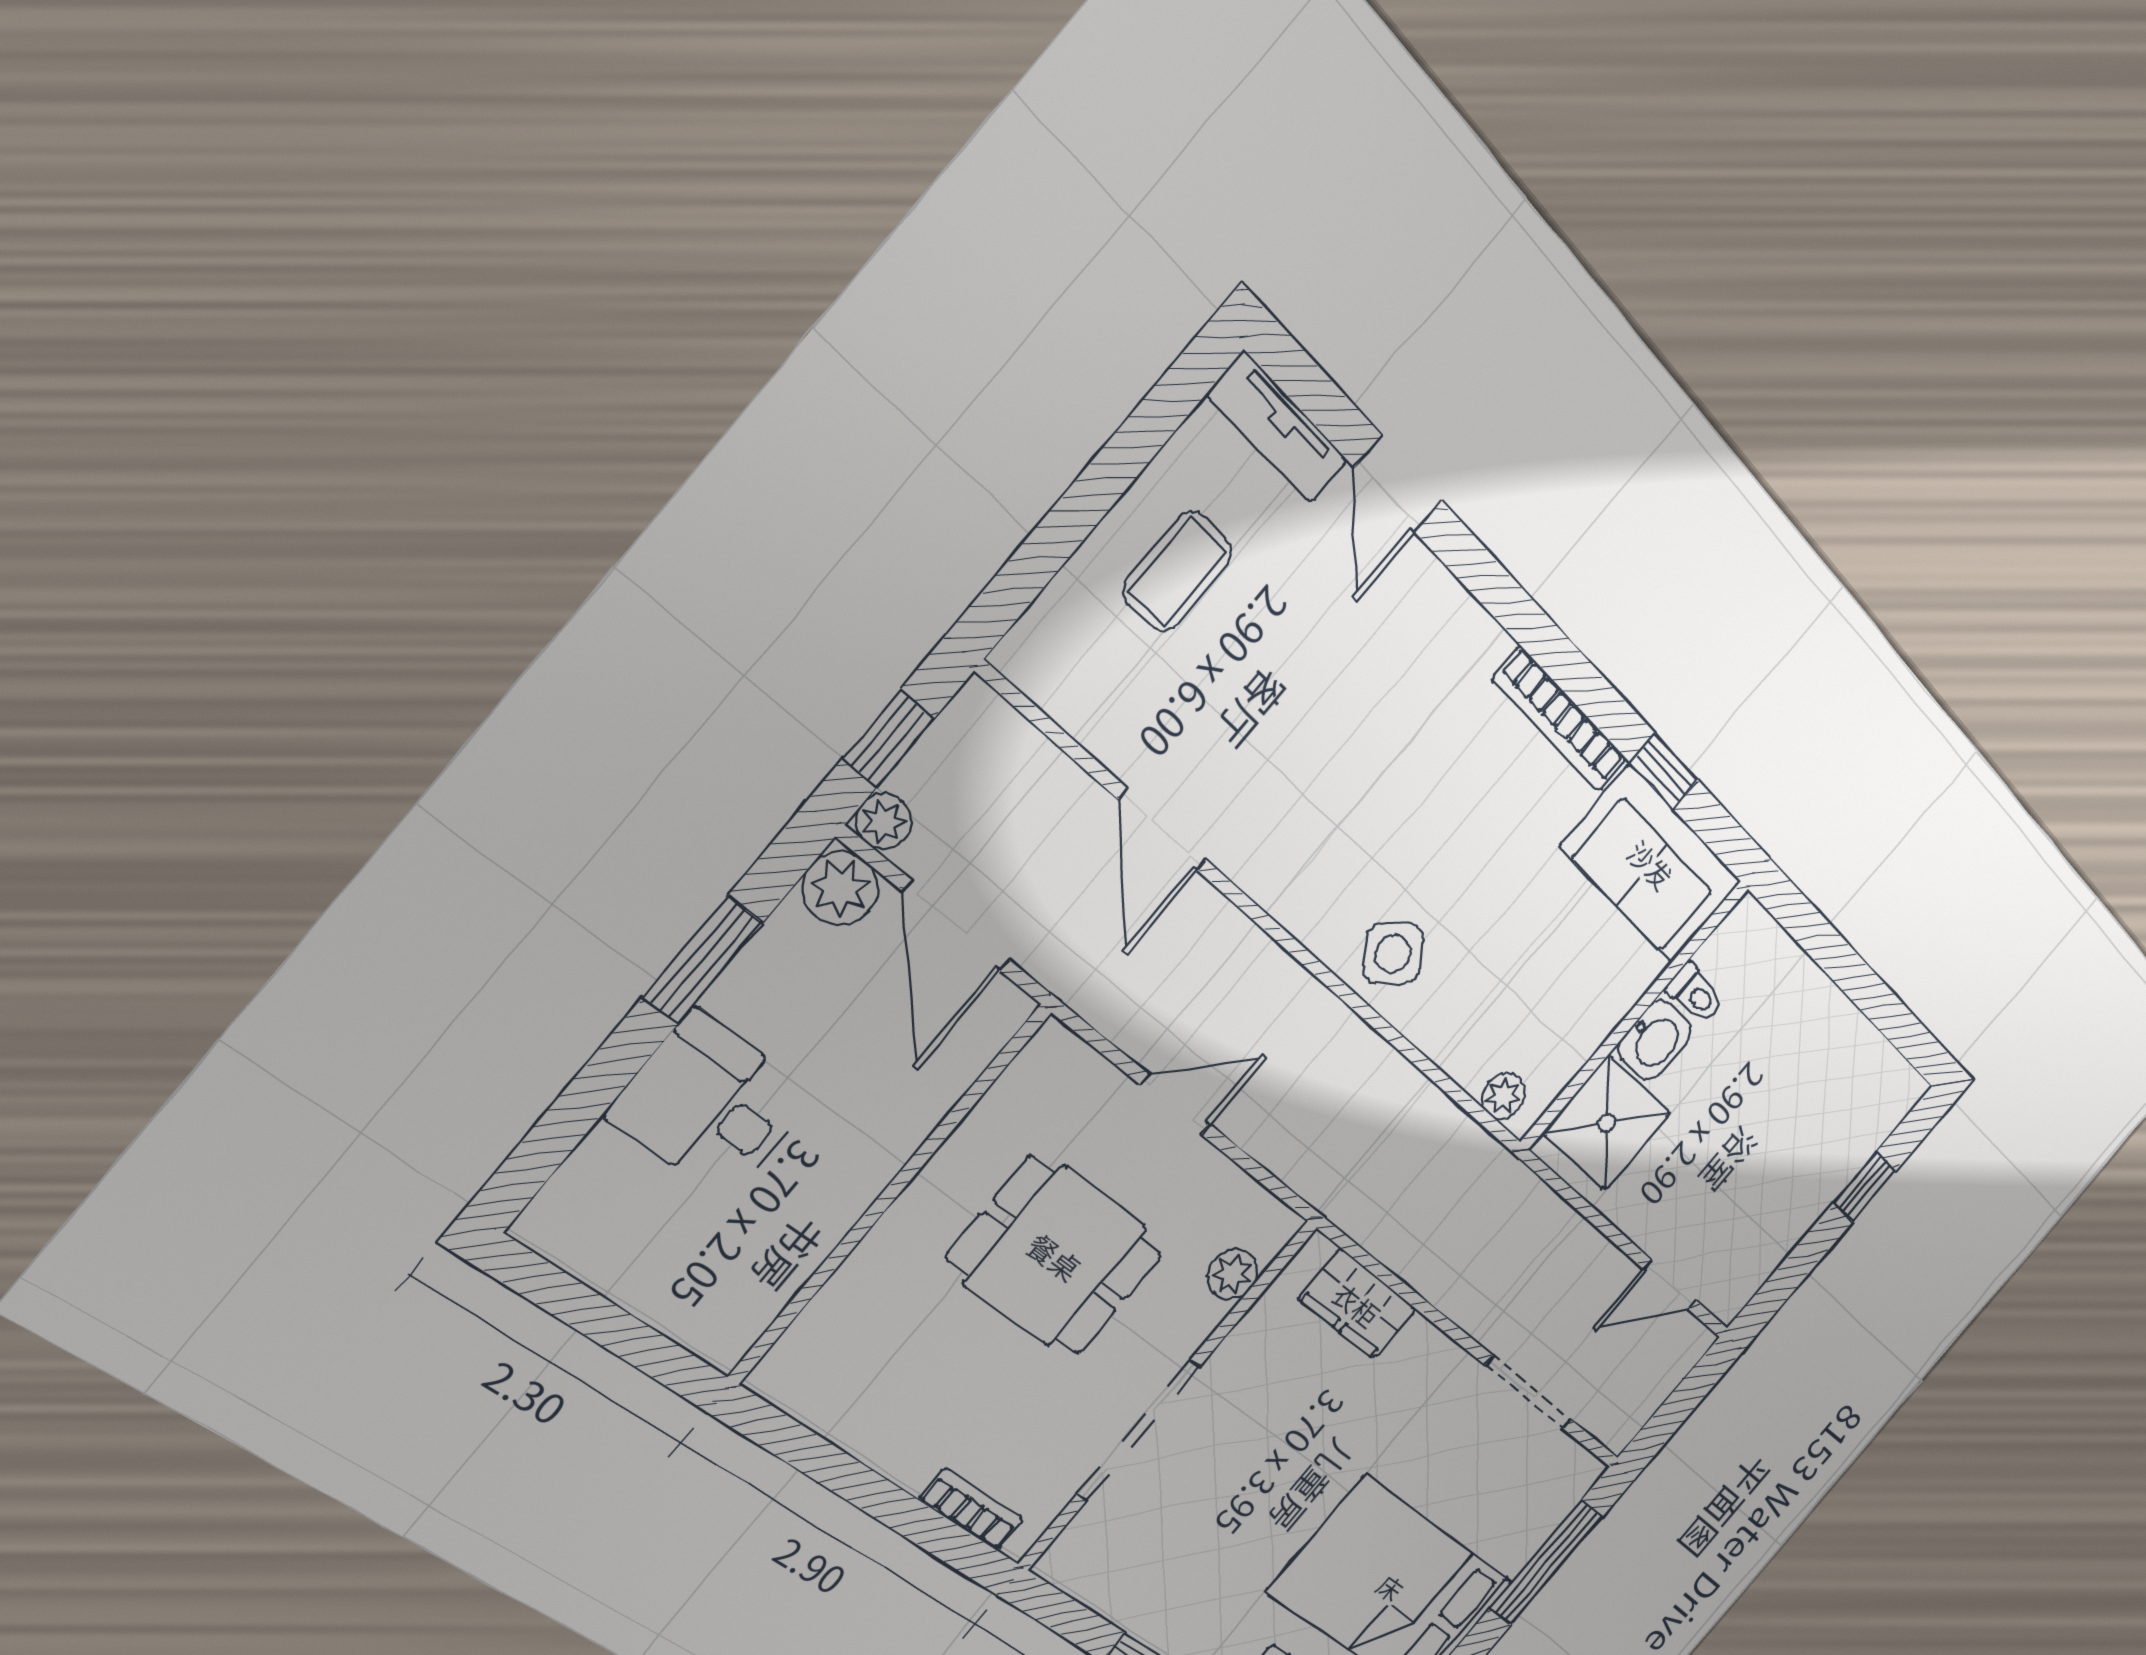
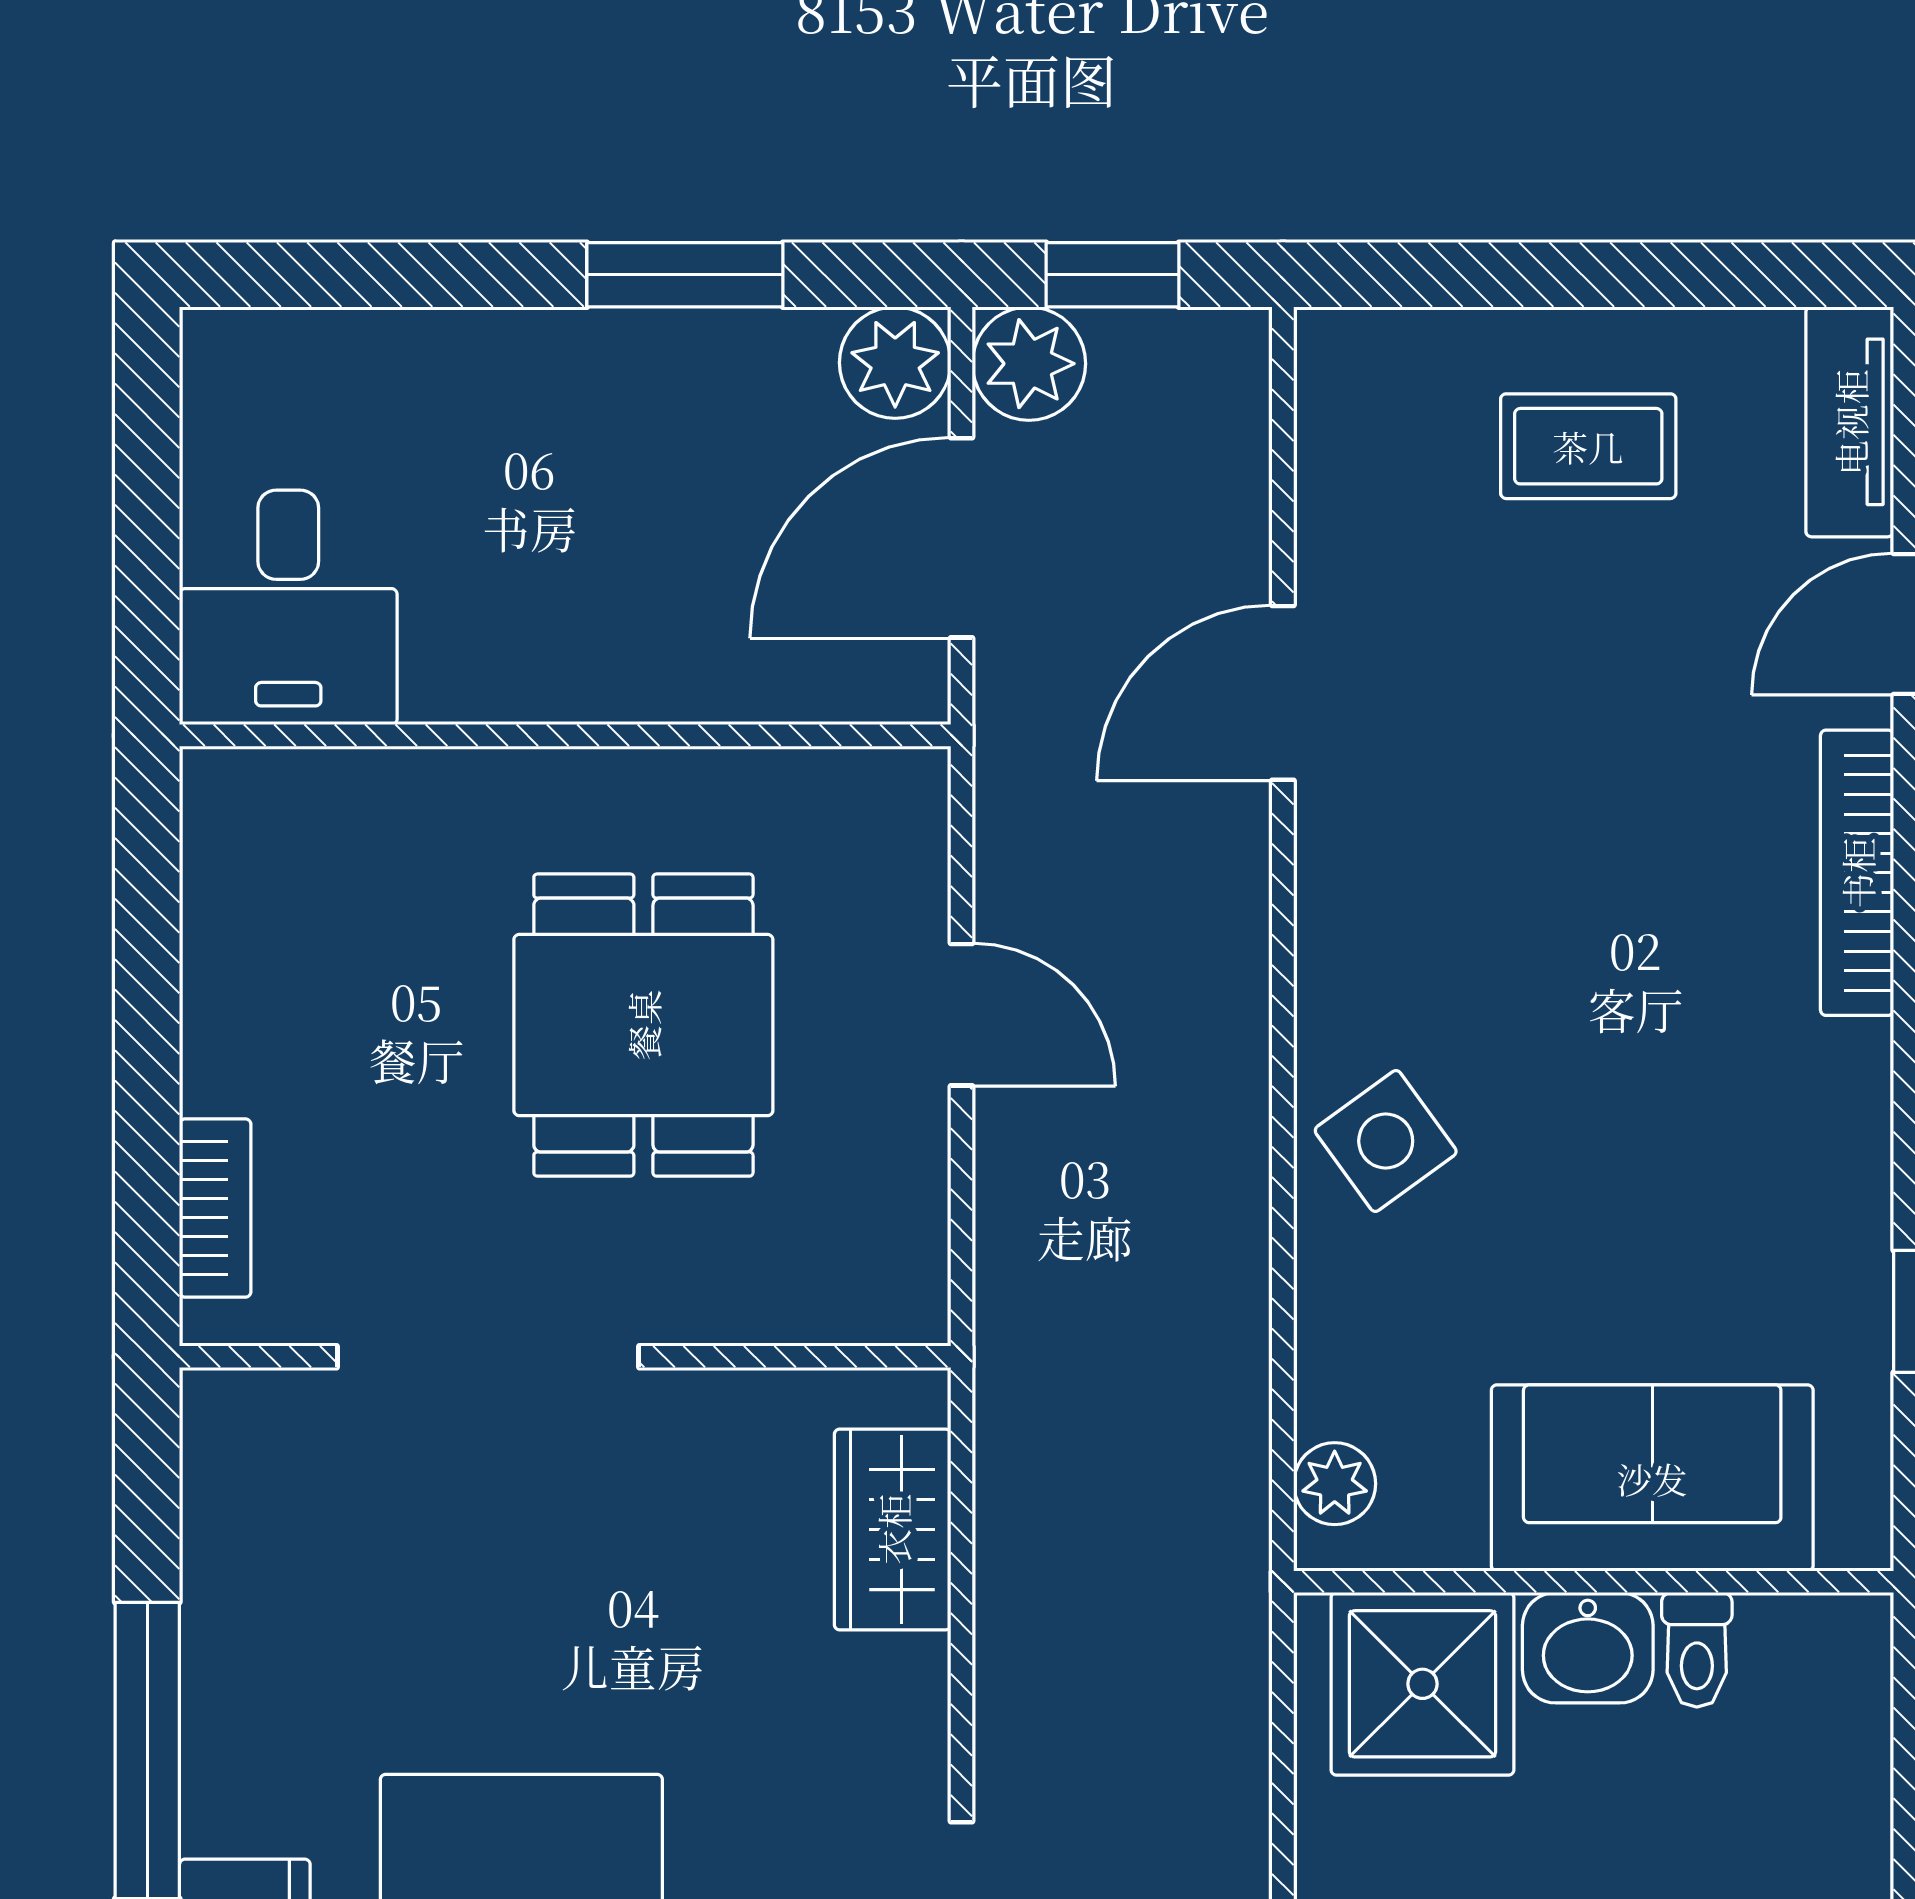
bookcase: (1560, 720) -> (1857, 873), moved
plant: (883, 822) -> (1029, 364), width x1.38, depth x1.38
sofa: (1651, 864) -> (1652, 1478), moved, turned 90
desk: (711, 1105) -> (288, 607), moved, turned 180
plant: (1233, 1274) -> (800, 1301), removed

